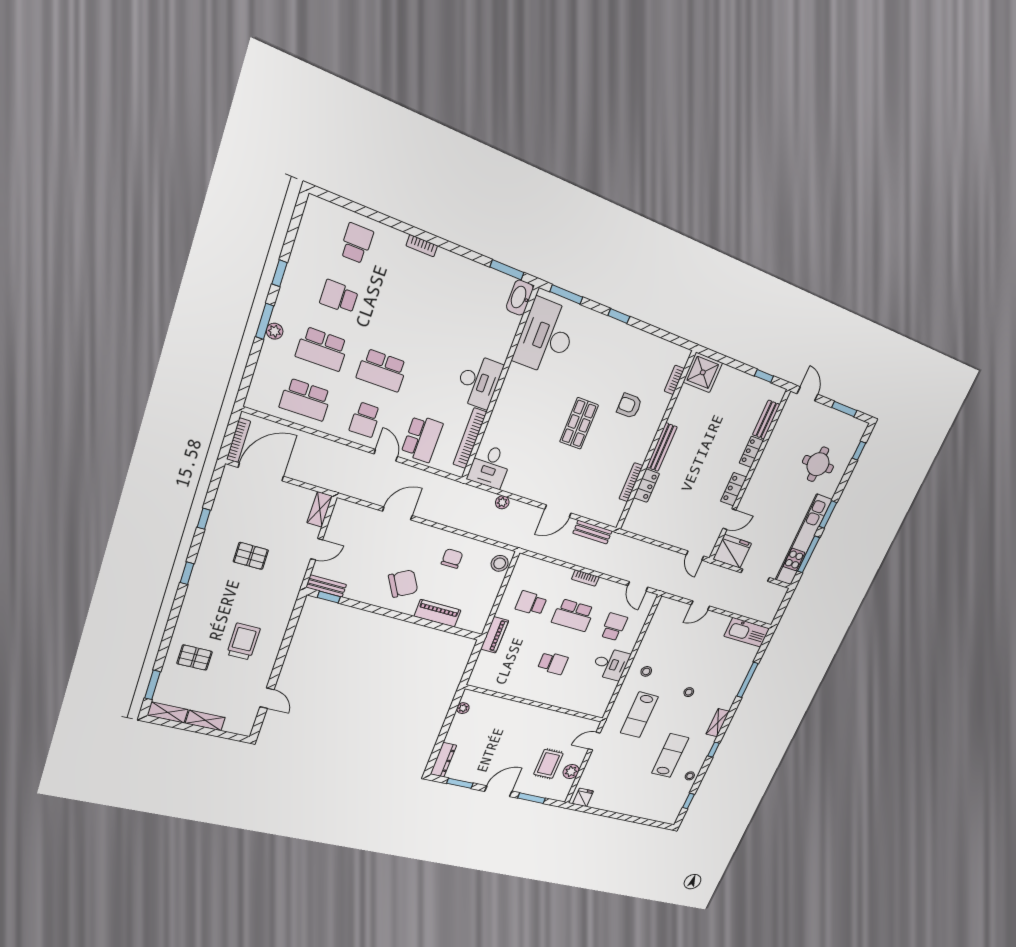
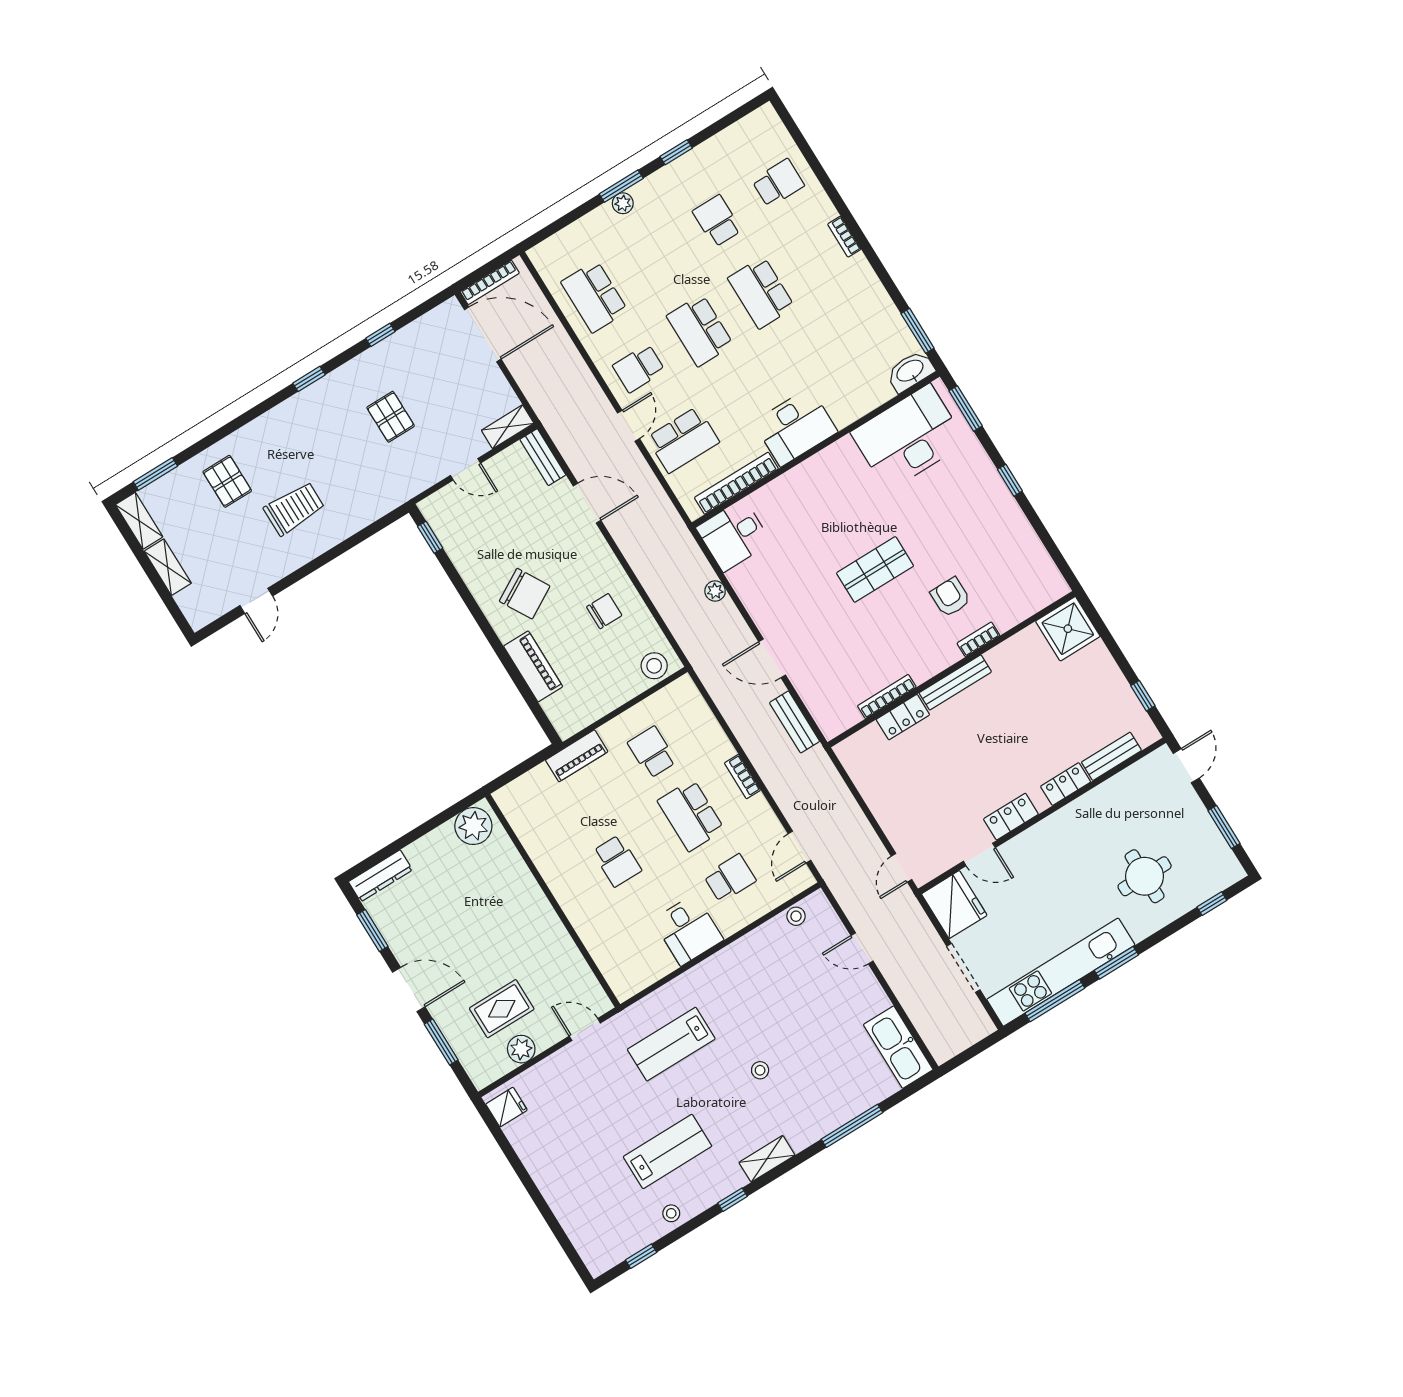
school desk: (322, 349) -> (761, 293), moved
bookcase: (674, 380) -> (978, 639), moved
bench: (326, 586) -> (543, 457), moved
stool: (646, 671) -> (796, 916), moved
plant: (463, 708) -> (473, 826), width x1.88, depth x1.88

